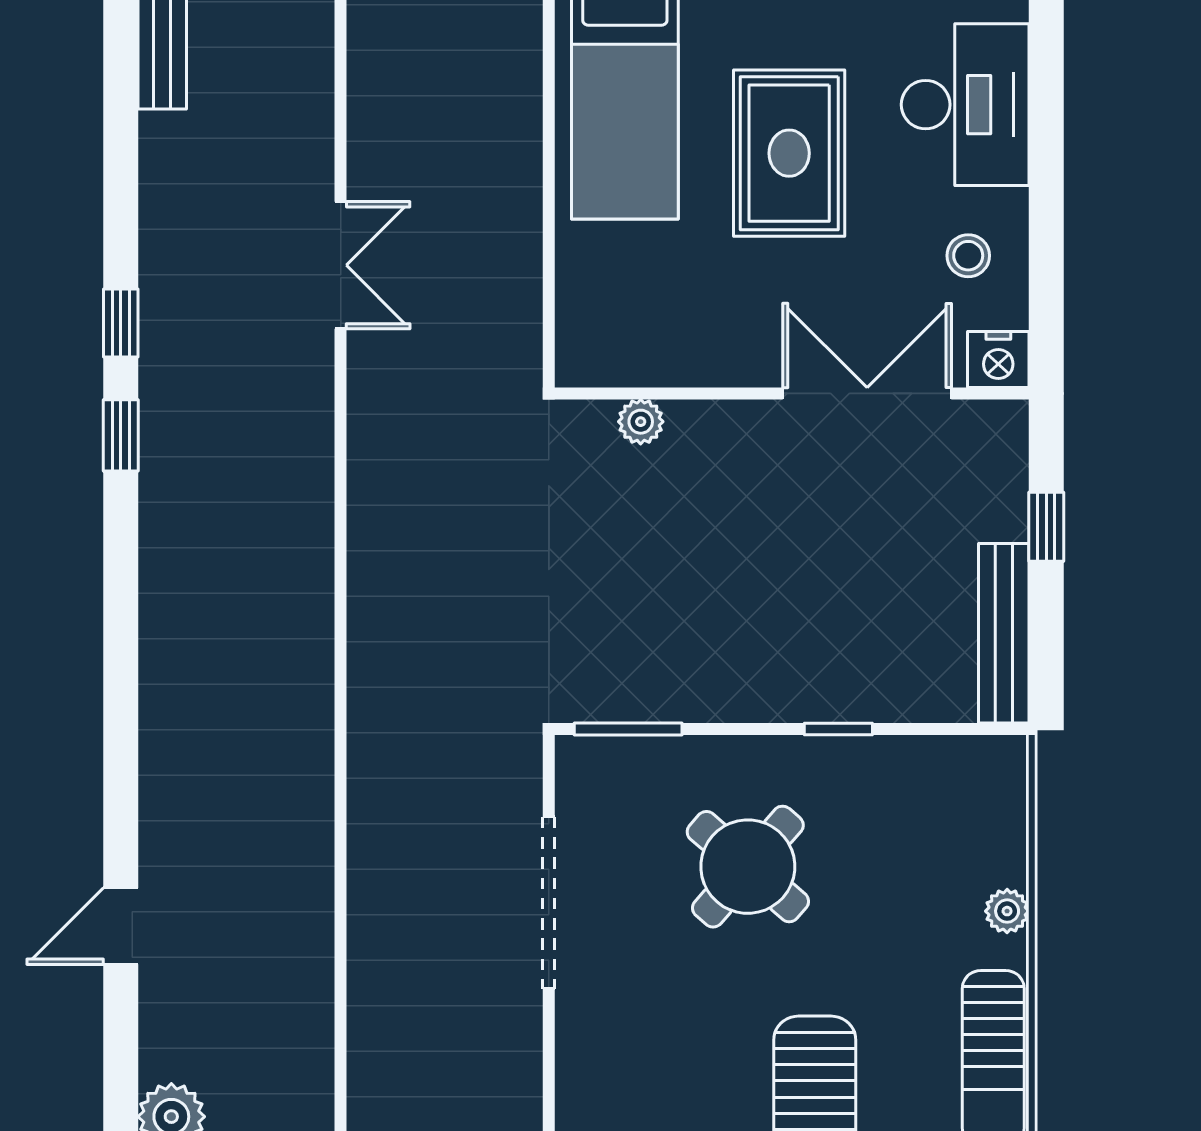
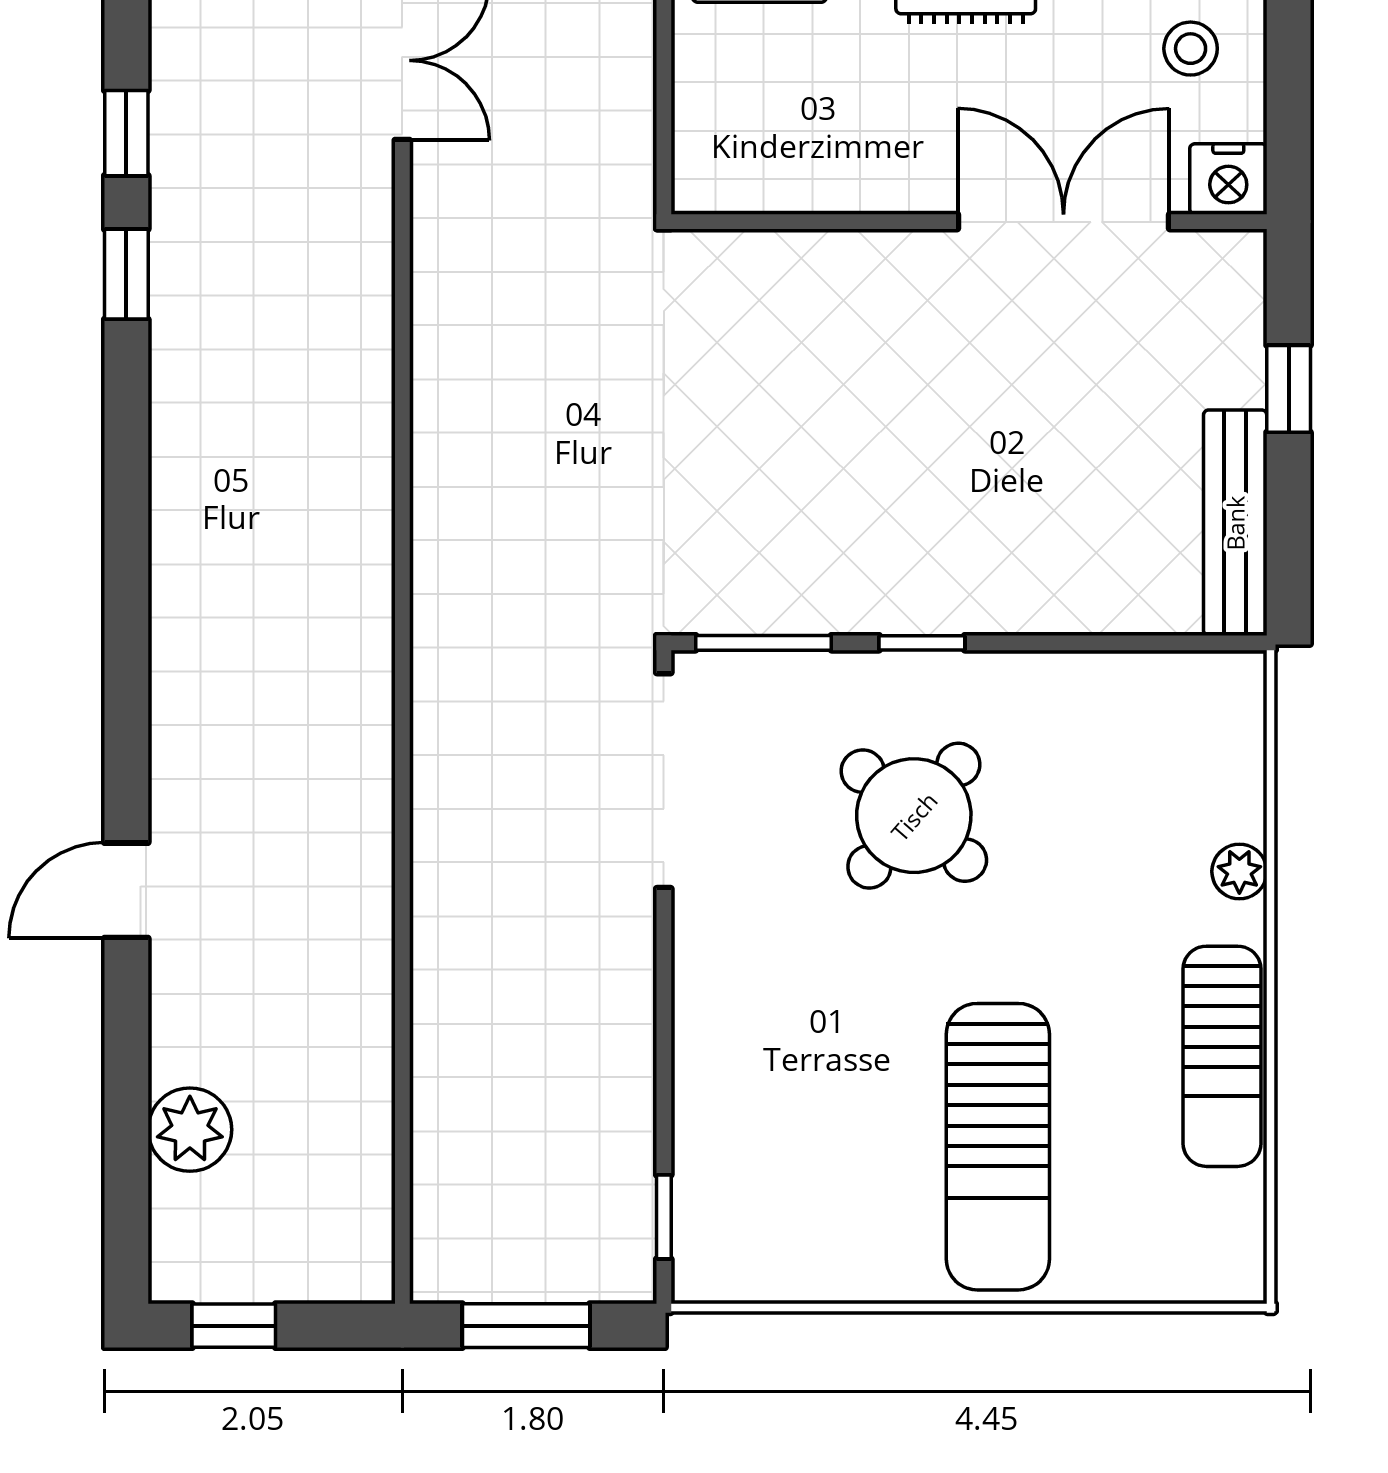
plant: (641, 422) -> (779, 257), removed
window: (838, 729) -> (922, 643), moved
doorway: (549, 903) -> (664, 781), moved

